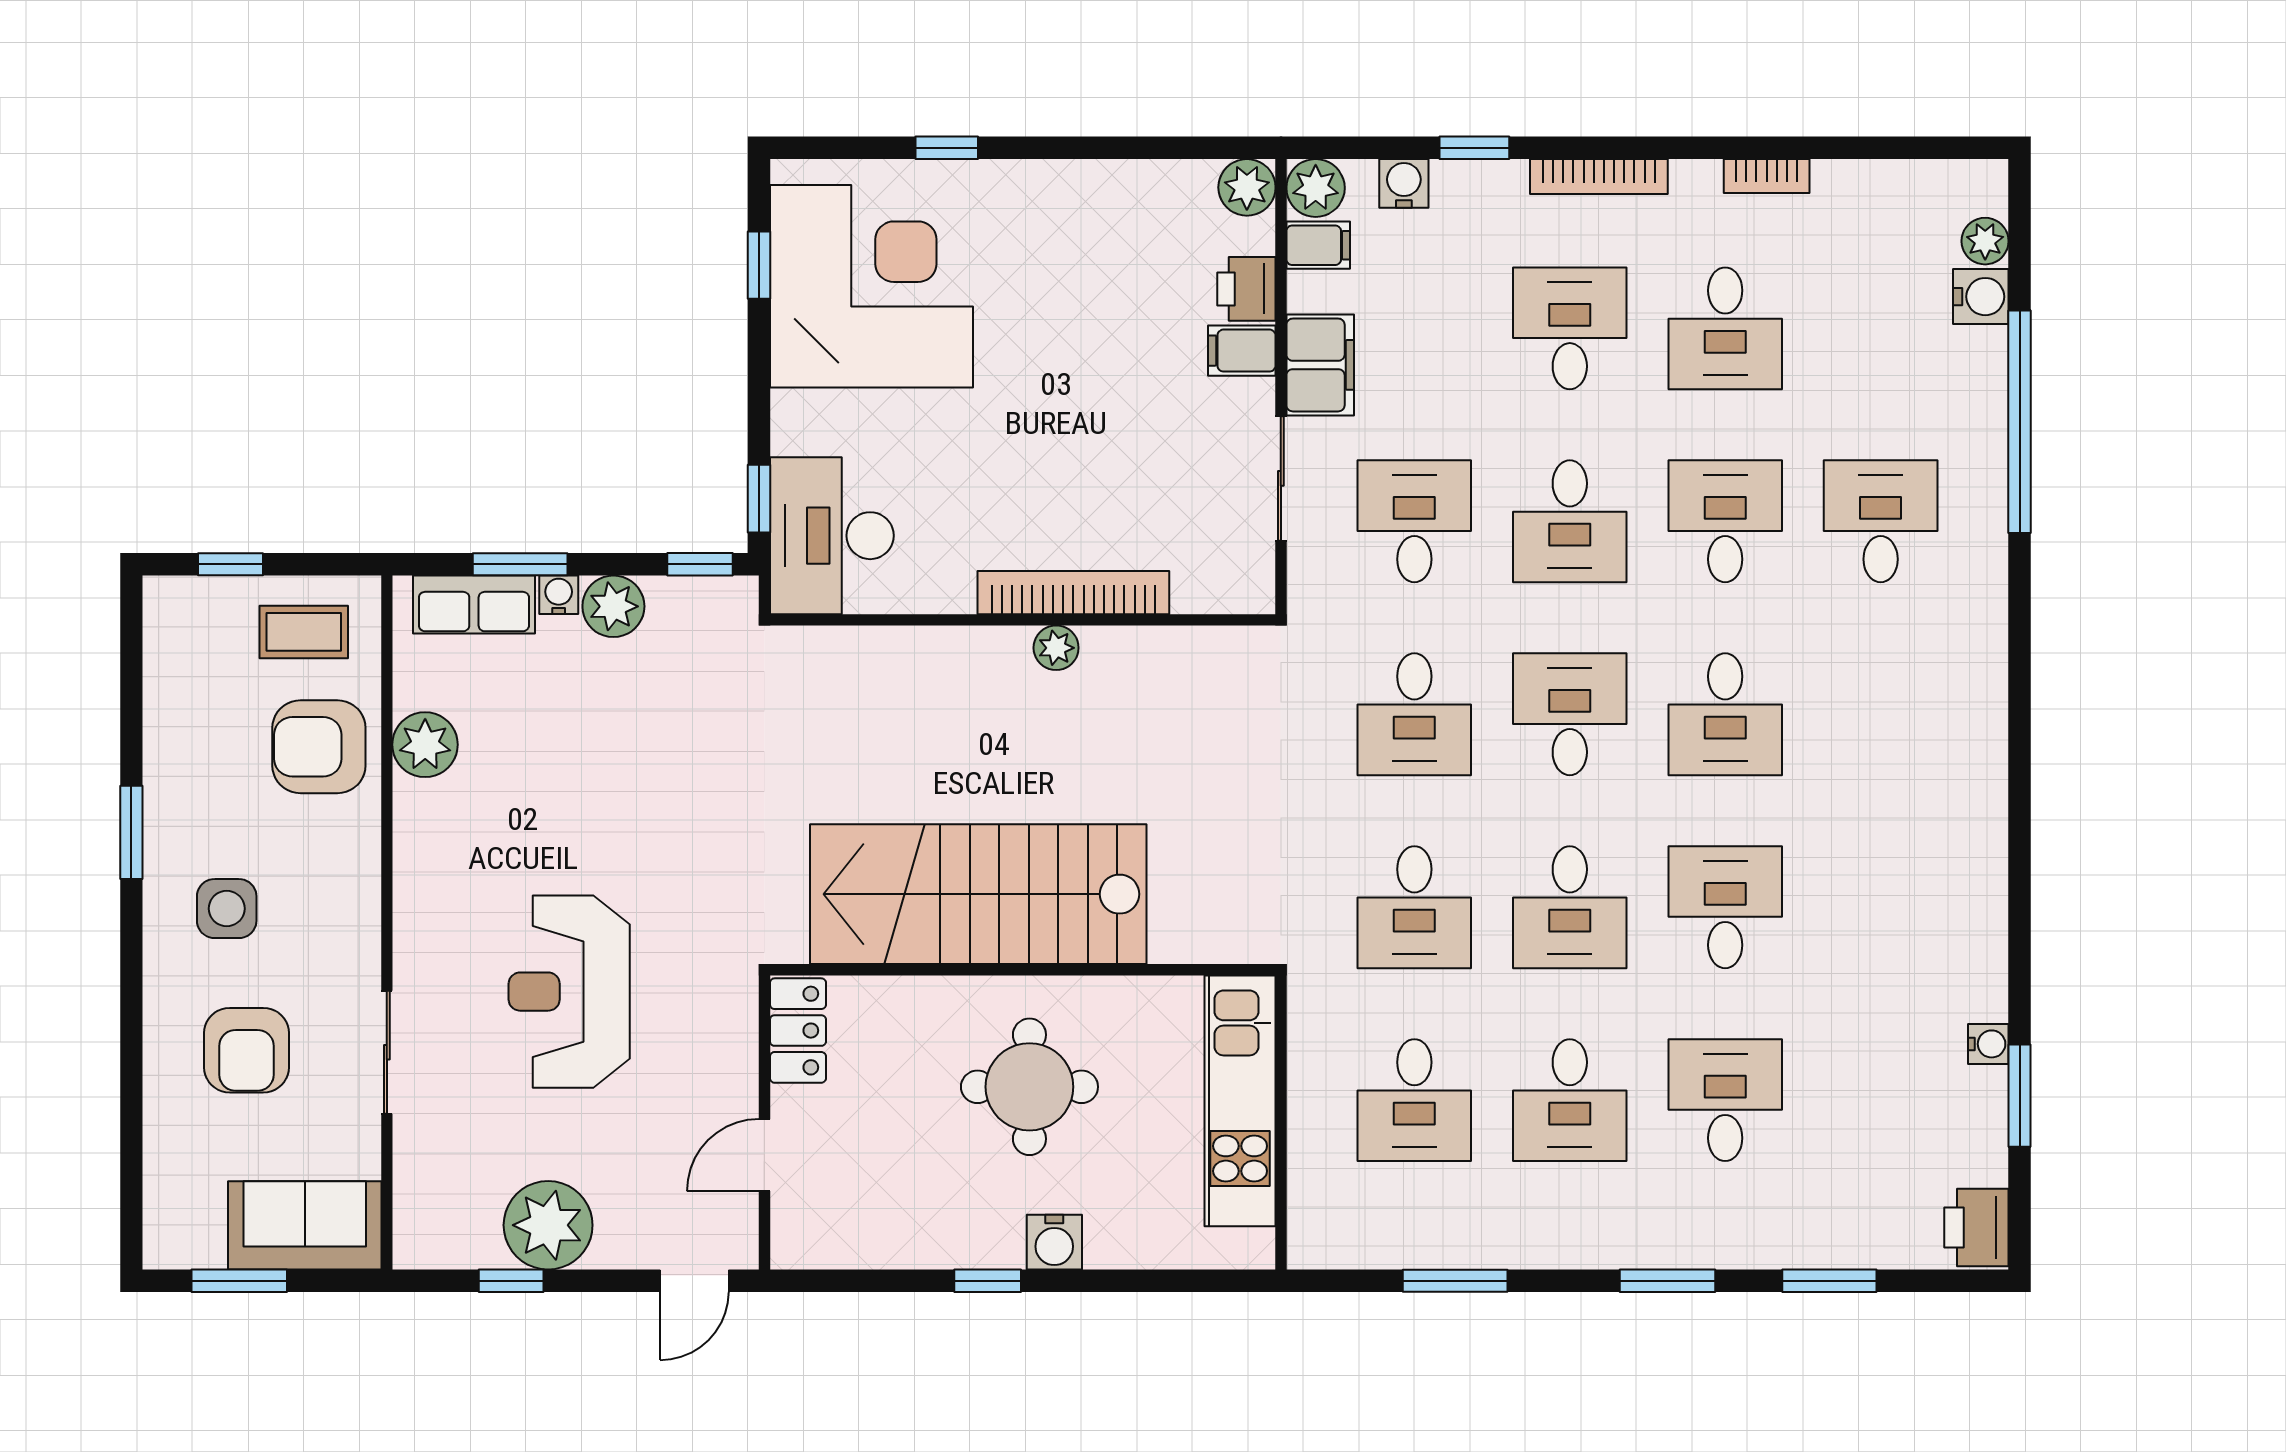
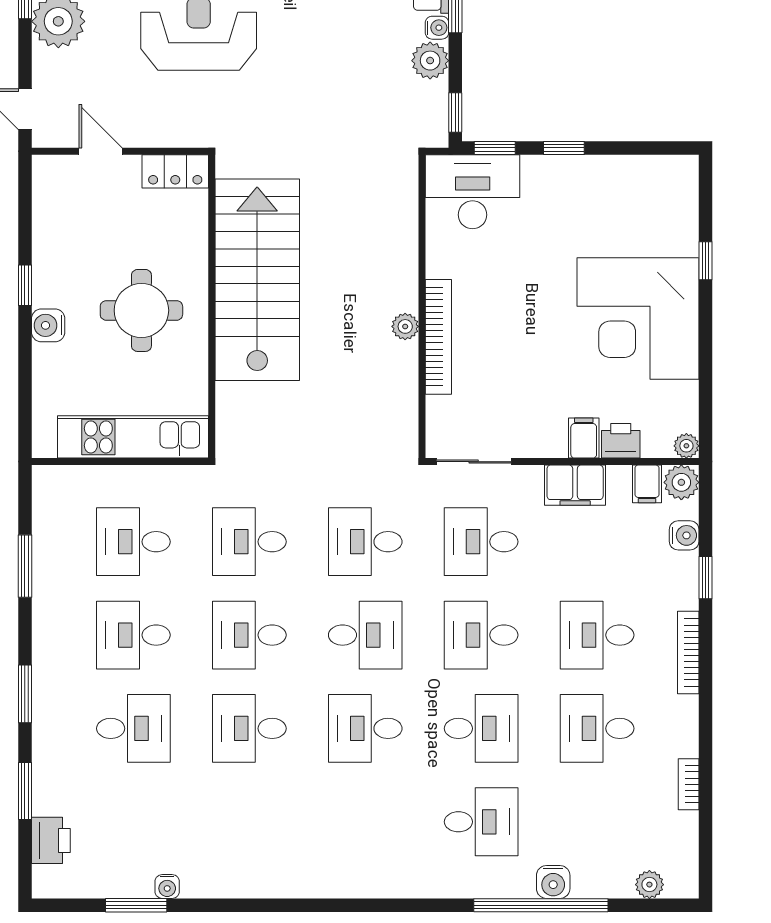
bookcase: (1767, 176) -> (689, 784), moved
plant: (1247, 187) -> (686, 446), width x0.73, depth x0.73
window: (759, 265) -> (564, 148), moved
corner desk: (871, 286) -> (638, 319), moved, turned 90
water cooler: (1981, 297) -> (553, 882), moved
desk: (1570, 328) -> (597, 635), turned 180
sliding door: (1281, 478) -> (474, 462), moved
desk: (1414, 521) -> (481, 542), turned 180
desk: (1725, 907) -> (249, 728), turned 180
printer: (1976, 1227) -> (51, 840), moved, turned 90

